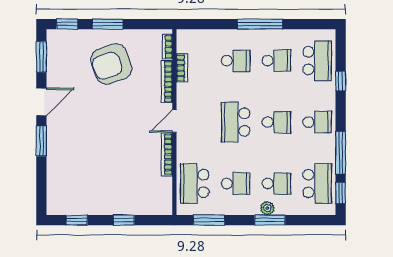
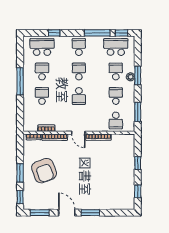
school desk: (236, 122) -> (79, 96), width x0.54
school desk: (195, 184) -> (116, 121), width x0.54

